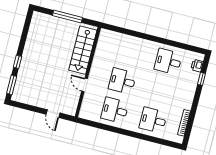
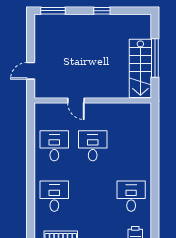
stairs: (83, 50) -> (140, 68), moved, turned -90
window: (18, 62) -> (102, 11), moved
door: (85, 85) -> (76, 101), swing flipped

